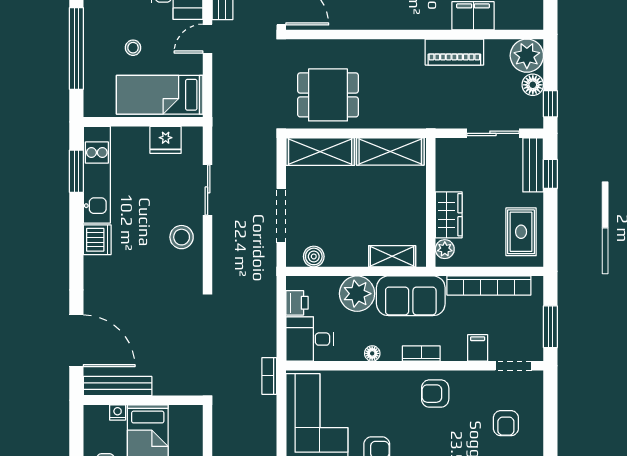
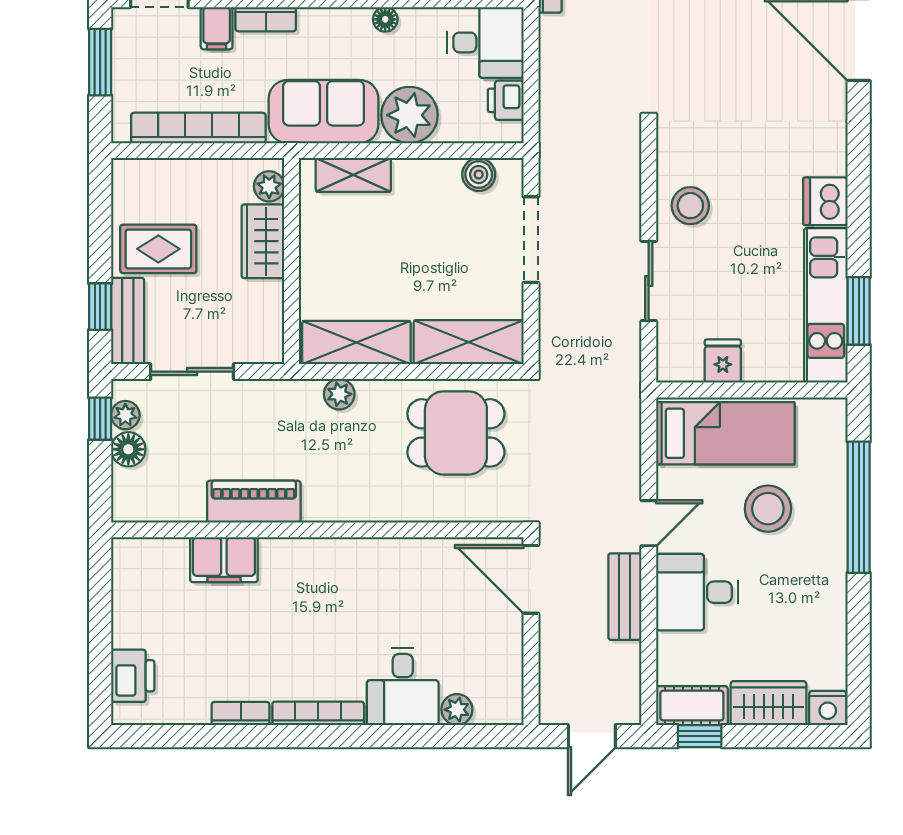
stool: (133, 48) -> (768, 509), width x1.89, depth x1.89
plant: (527, 56) -> (125, 415), moved, width x0.53, depth x0.53
plant: (401, 119) -> (339, 394), added
fridge: (166, 140) -> (723, 361), width x0.72
rug: (521, 232) -> (158, 249), moved, turned 90
bookcase: (421, 354) -> (266, 19), moved

